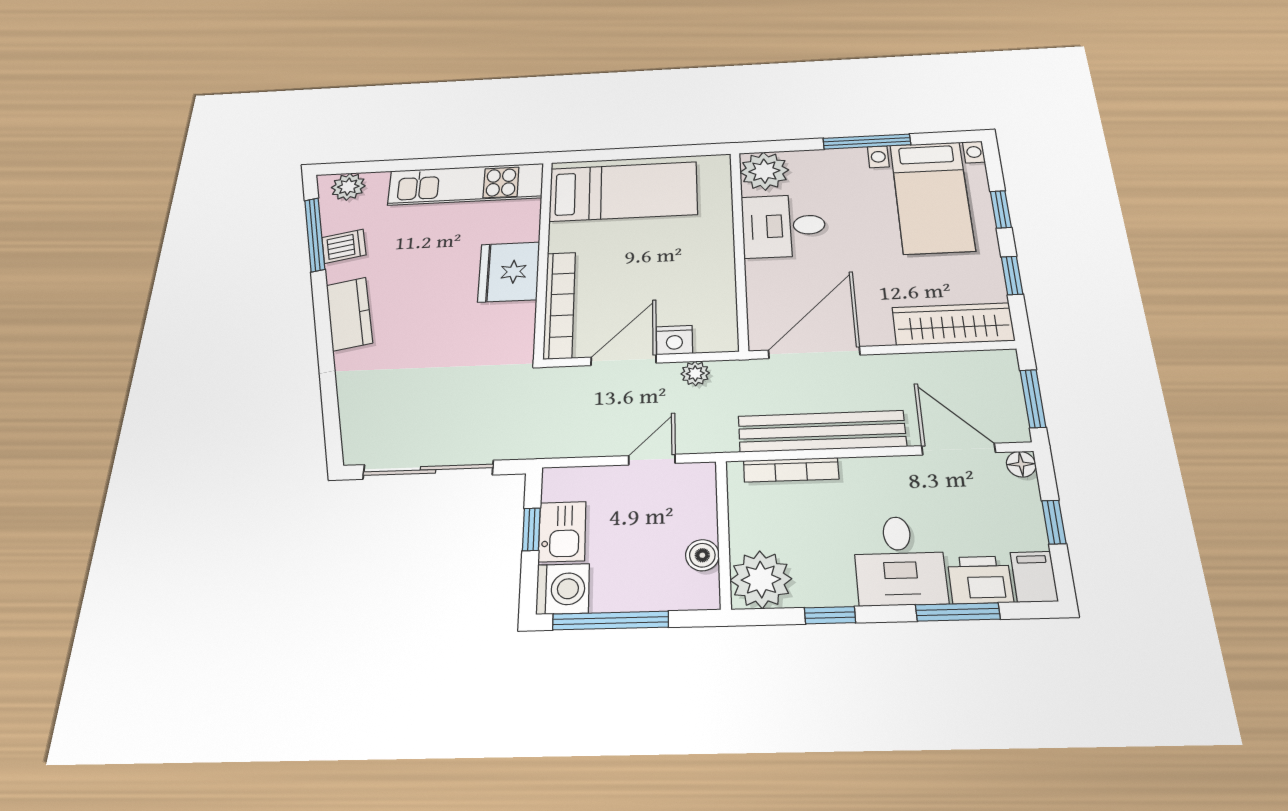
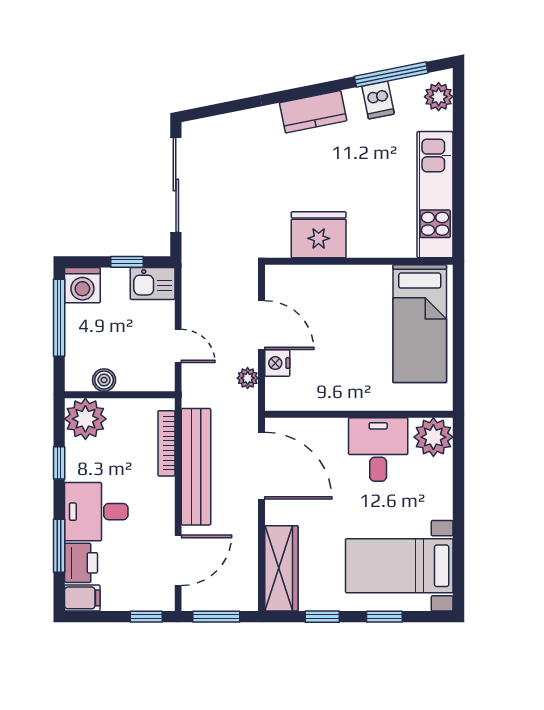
window: (867, 142) -> (458, 520), removed
fridge: (509, 272) -> (319, 235), moved
bookcase: (559, 305) -> (313, 276), removed
floor lamp: (1021, 464) -> (165, 601), removed
window: (1054, 522) -> (146, 617), moved
kitchen sink: (562, 532) -> (153, 283), moved

